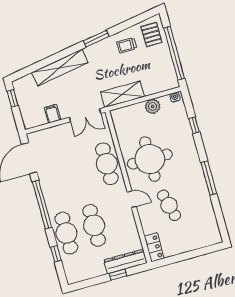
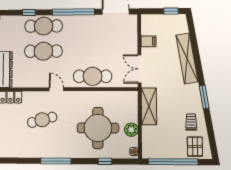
pallet: (151, 35) -> (195, 147), turned 90
round table: (150, 159) -> (98, 128), moved
door: (132, 199) -> (56, 89), swing flipped

